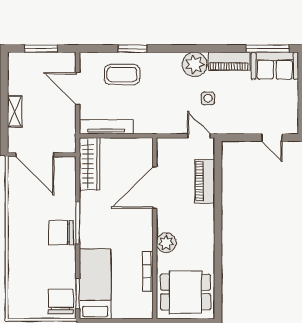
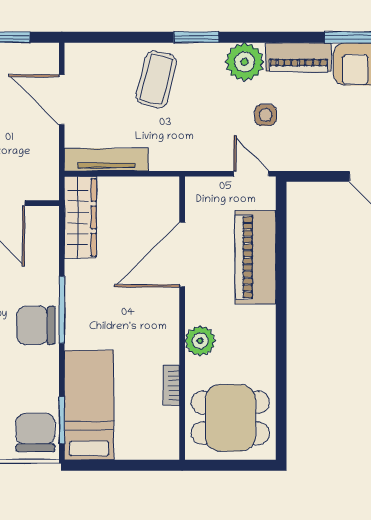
window: (133, 49) -> (196, 37), moved
coffee table: (122, 74) -> (157, 79), moved, turned -76
piano: (205, 181) -> (255, 257), width x1.37, depth x1.33
bookcase: (148, 271) -> (171, 386), width x0.64

